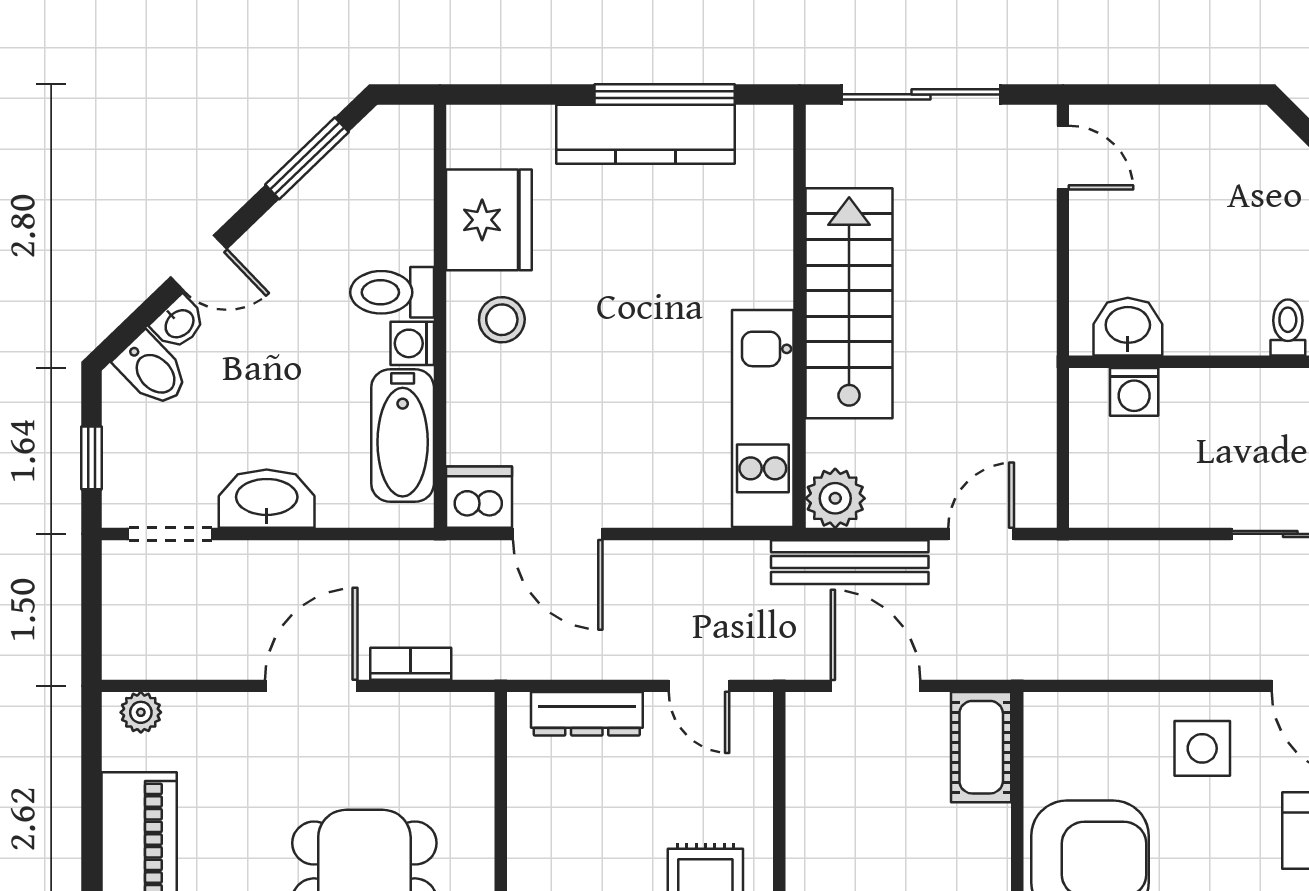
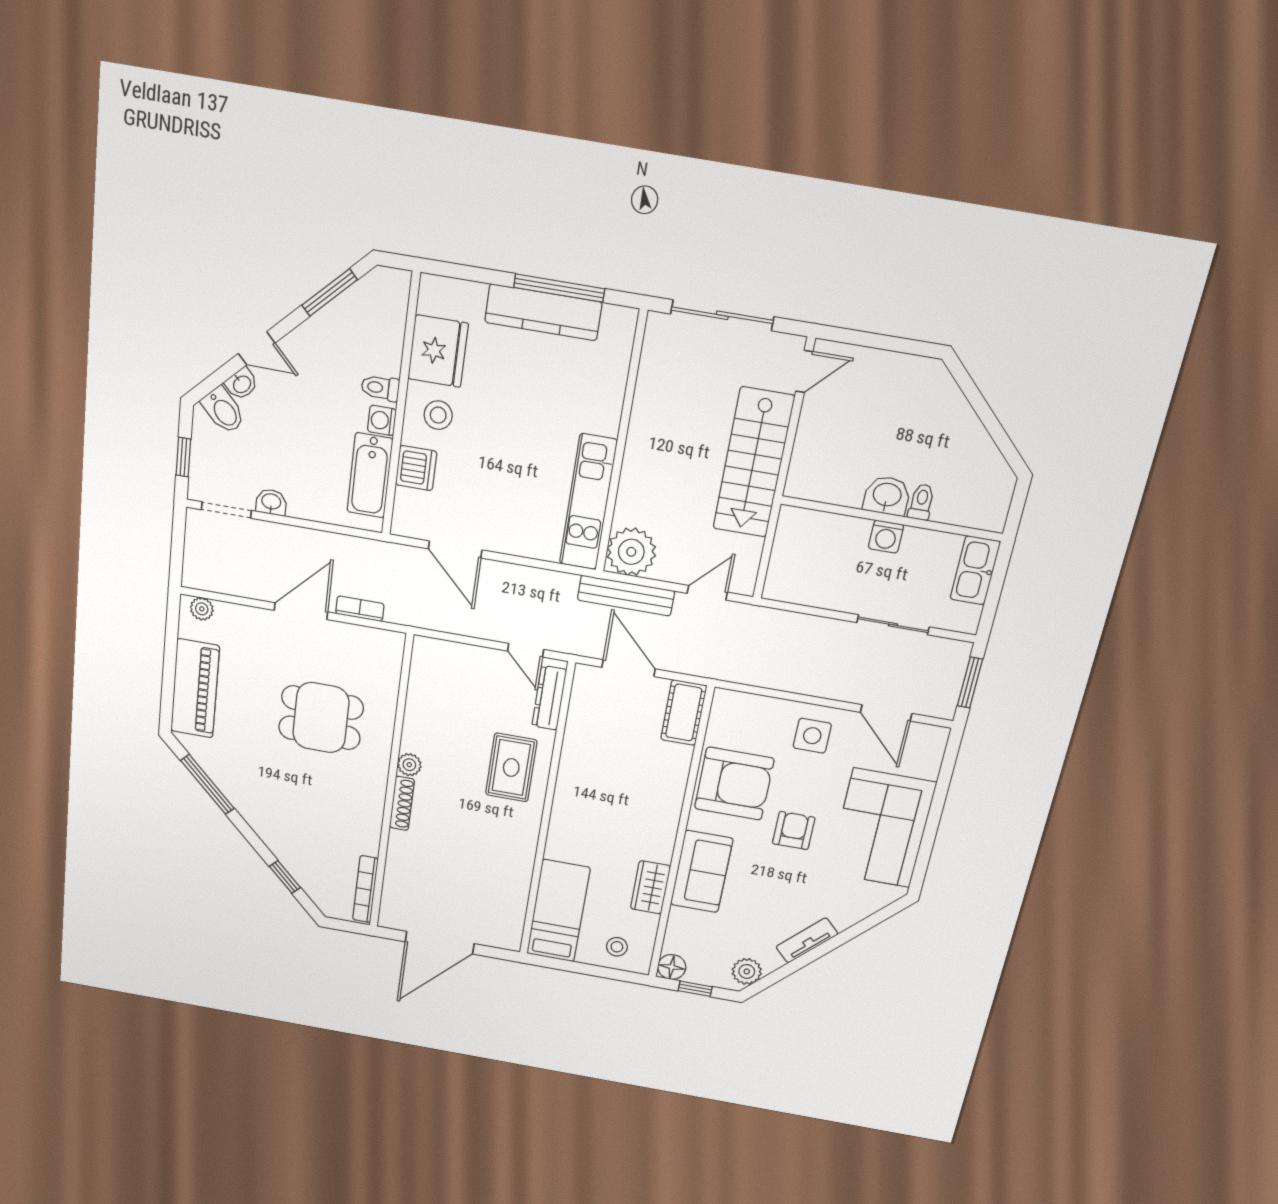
door: (1063, 158) -> (804, 372), hinge flipped
toilet: (392, 292) -> (380, 388), width x0.73, depth x0.72
stairs: (849, 303) -> (753, 463), moved, turned 180
washbasin: (1128, 327) -> (887, 496), moved
washing machine: (1134, 392) -> (886, 537), moved
dishwasher: (479, 497) -> (416, 468), moved, turned 90
plant: (835, 498) -> (631, 552), width x1.36, depth x1.36
washbasin: (267, 499) -> (271, 502), width x0.52, depth x0.69
dresser: (587, 714) -> (549, 698), moved, turned 90

